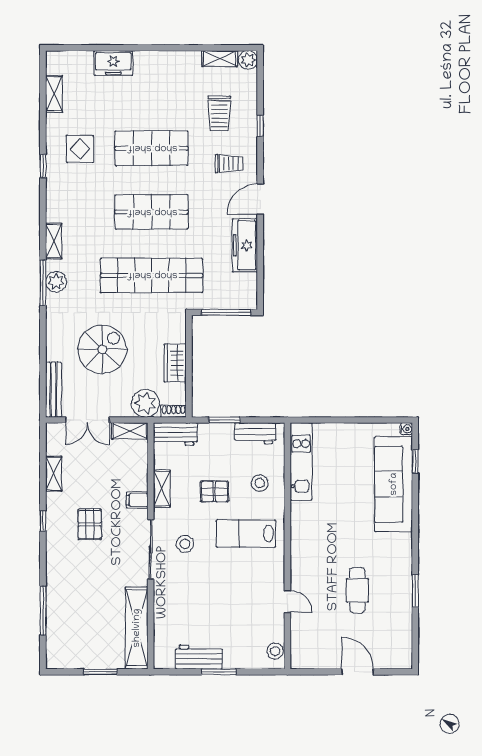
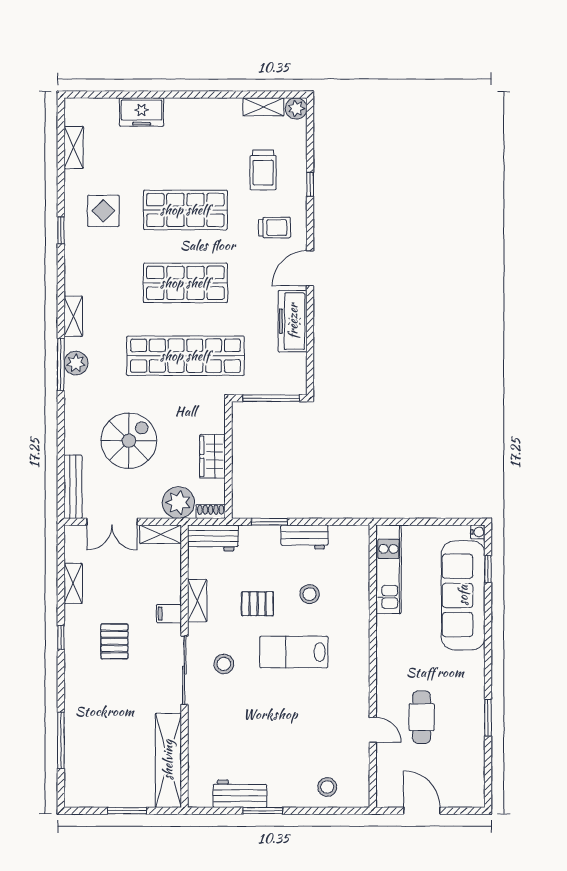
kitchen unit: (301, 461) -> (388, 569), moved
wall: (287, 546) -> (373, 666), moved
door: (287, 601) -> (373, 730), moved

